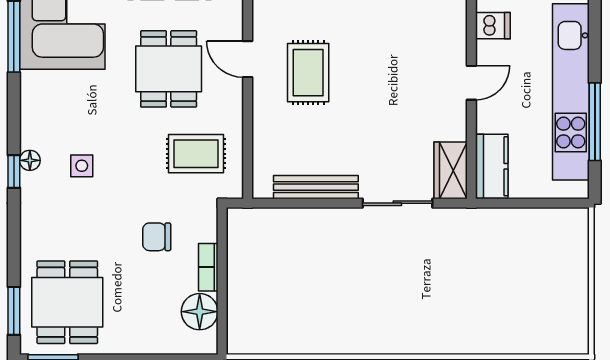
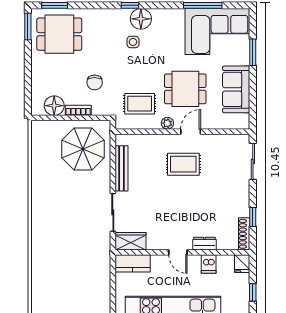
dresser: (455, 33) -> (204, 244), added
plant: (232, 102) -> (167, 123), added
rug: (196, 154) -> (140, 104), turned 90
floor lamp: (30, 160) -> (141, 19), width x1.89, depth x1.89
chair: (157, 237) -> (95, 82), turned 180
parasol: (280, 258) -> (83, 149), added

